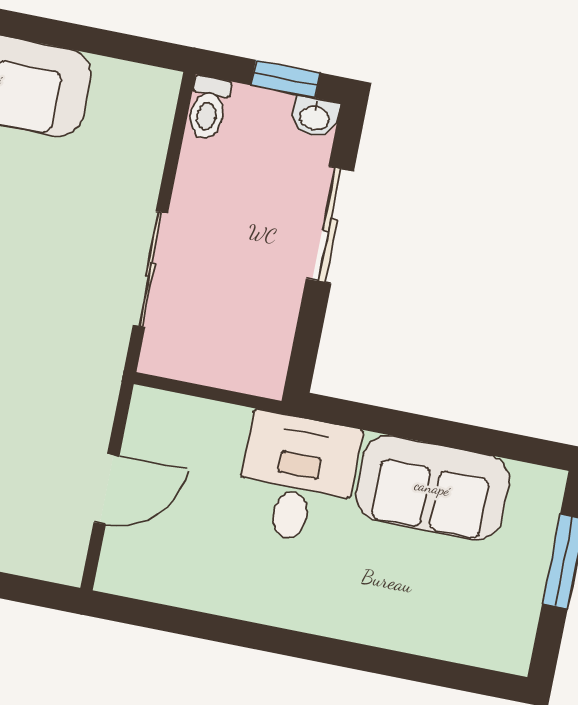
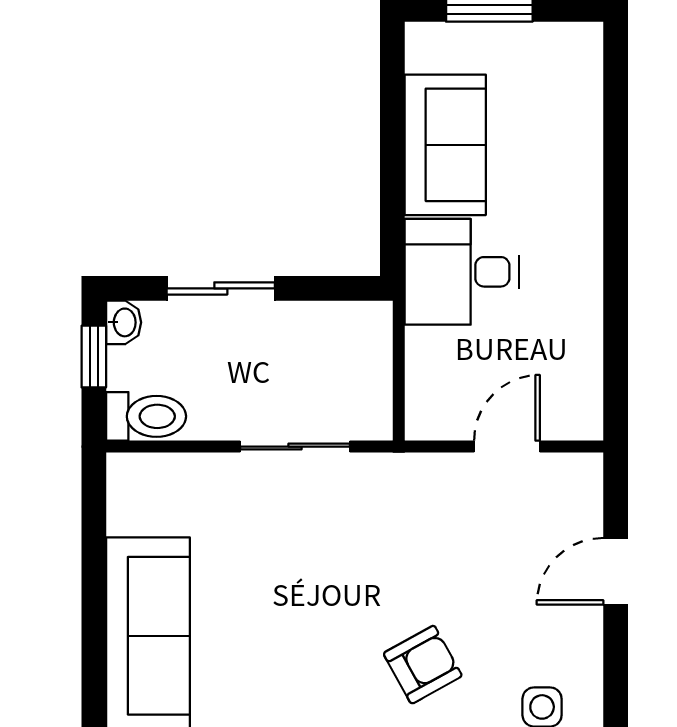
toilet: (208, 108) -> (146, 416), width x1.37, depth x1.39
door: (106, 489) -> (507, 447), hinge flipped

